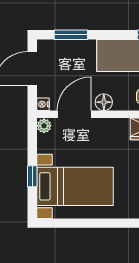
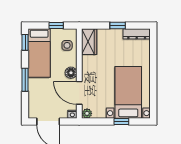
window: (71, 35) -> (25, 80), moved

